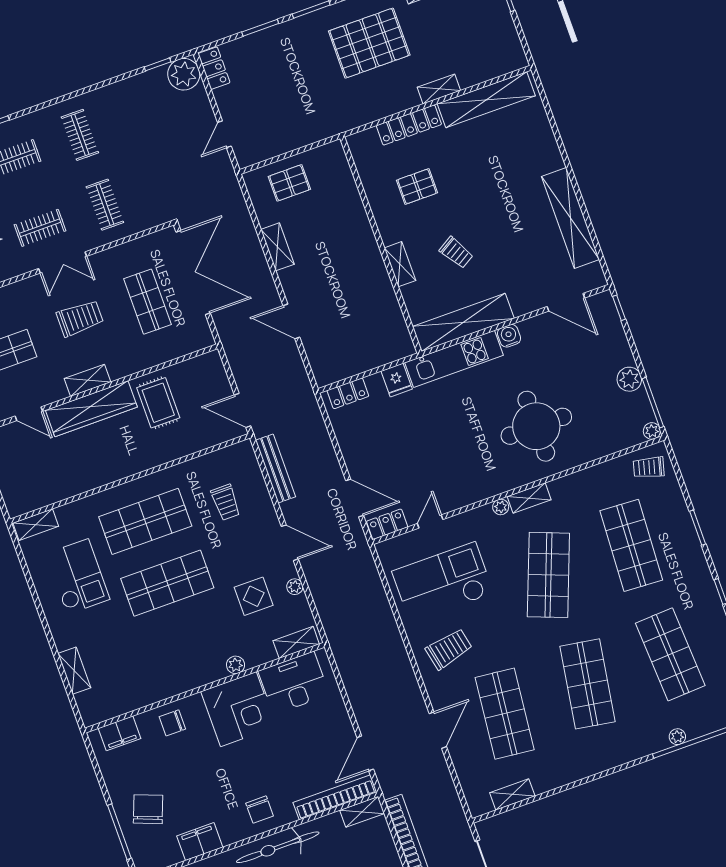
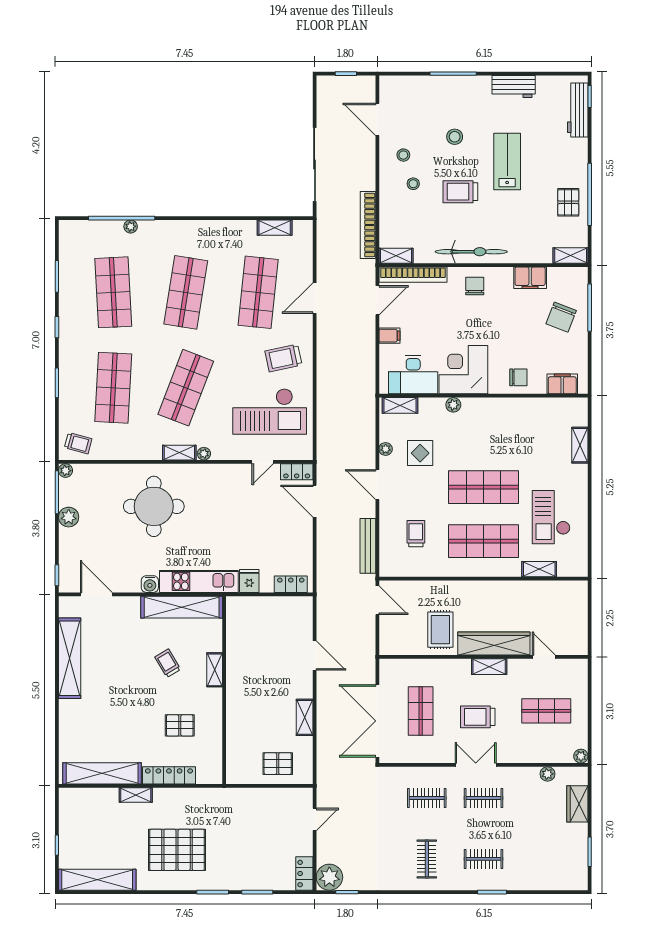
clothes rail: (105, 205) -> (427, 798), turned 90
shelving: (36, 525) -> (539, 569), moved
filing cabinet: (337, 718) -> (389, 336), added

